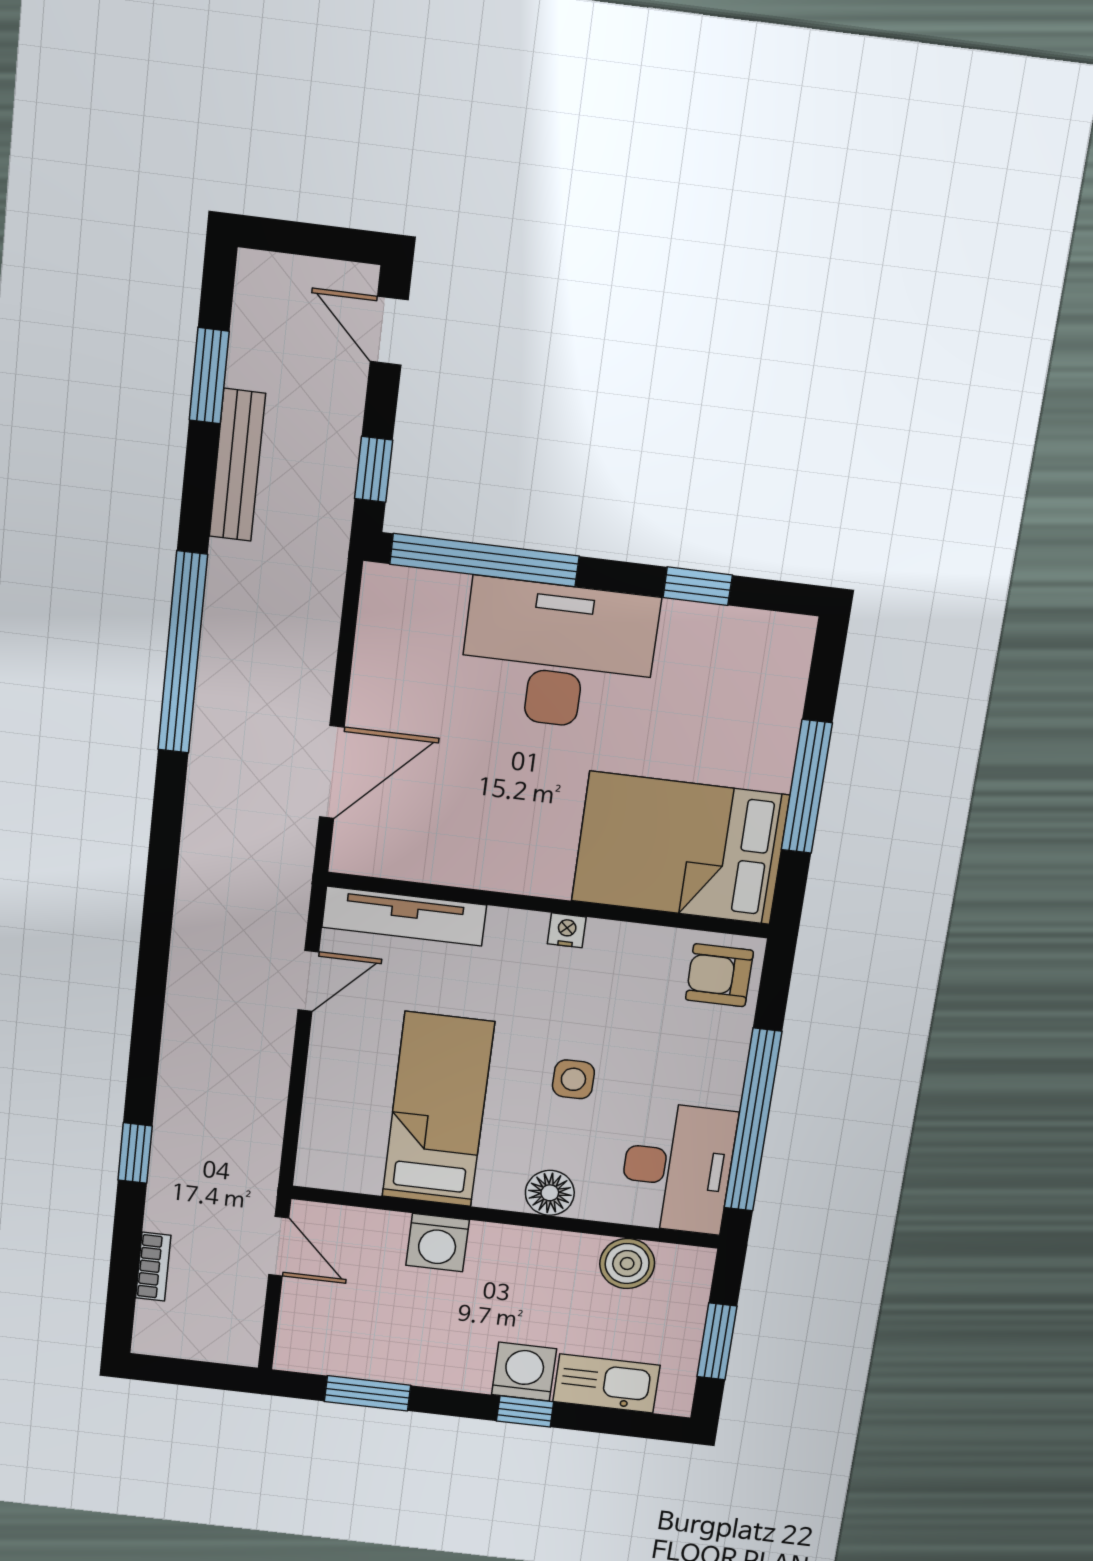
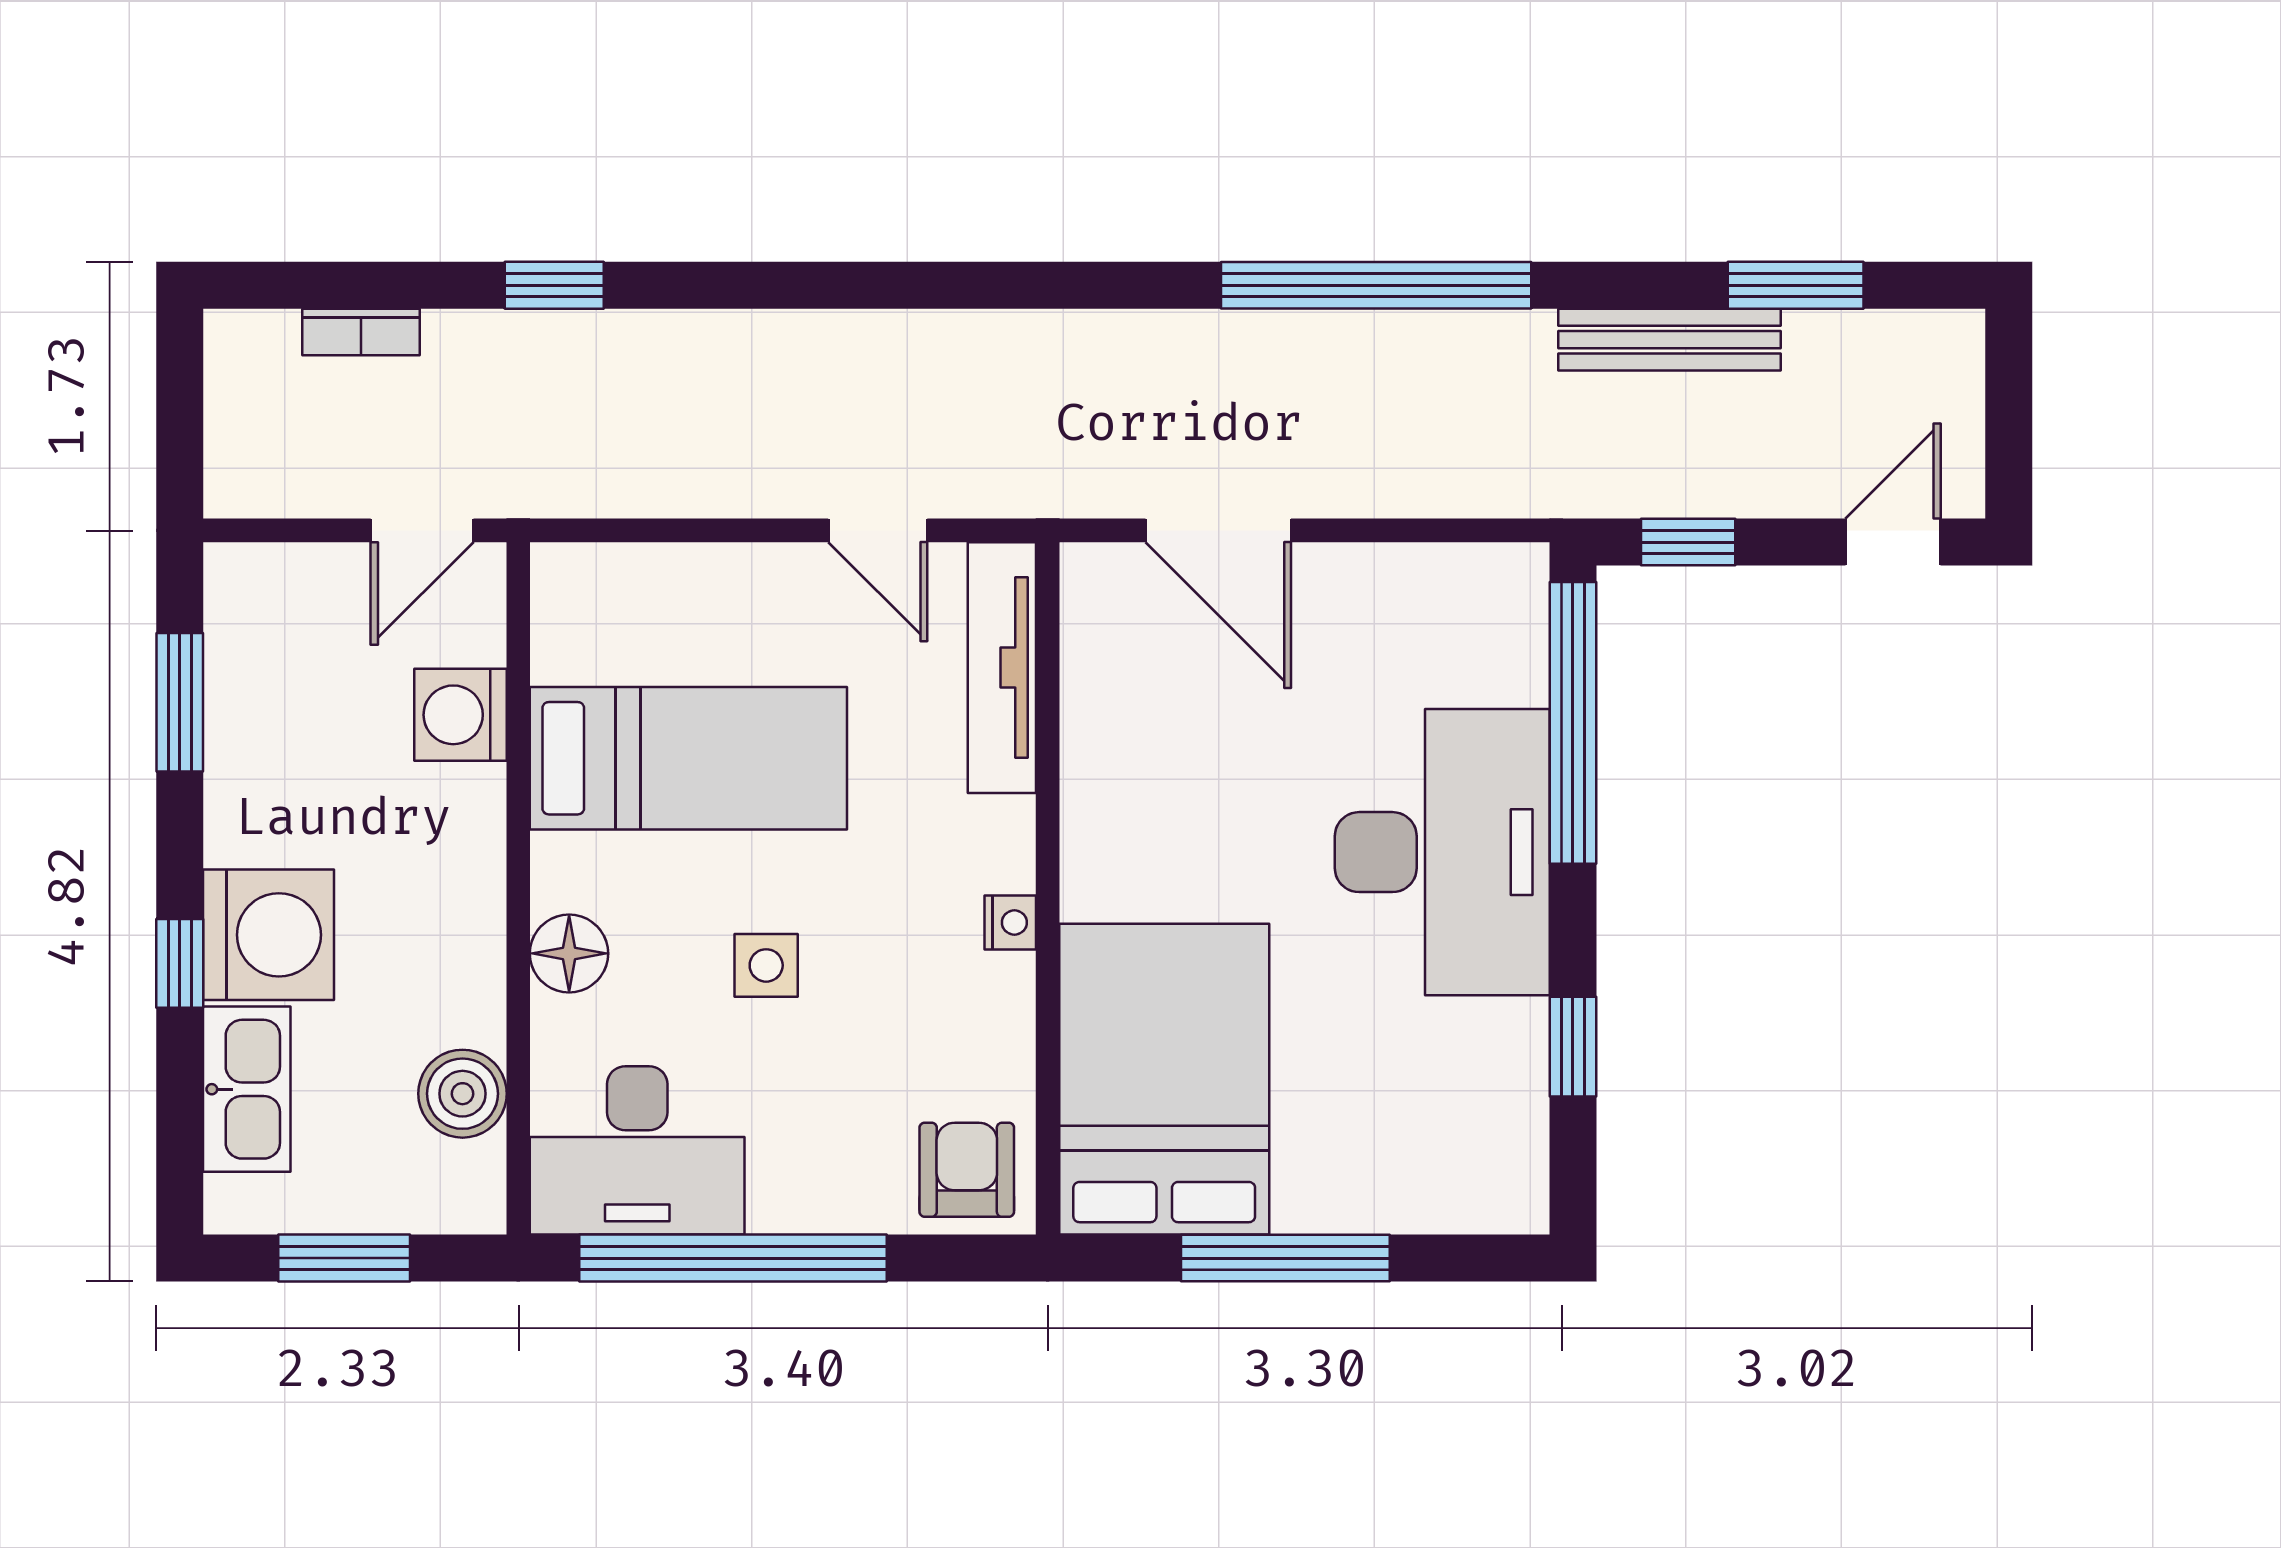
washing machine: (438, 1243) -> (461, 715), moved
washing machine: (524, 1372) -> (268, 935), width x1.37, depth x1.37

